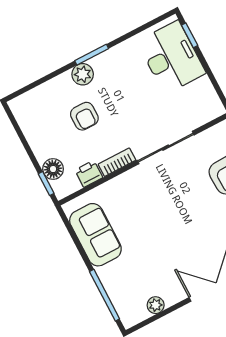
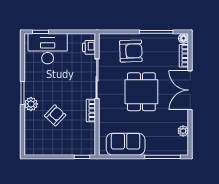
armchair: (84, 116) -> (55, 115), turned -47
floor lamp: (53, 169) -> (76, 149), removed
printer: (89, 174) -> (89, 47), moved
dining table: (180, 219) -> (141, 92), added

